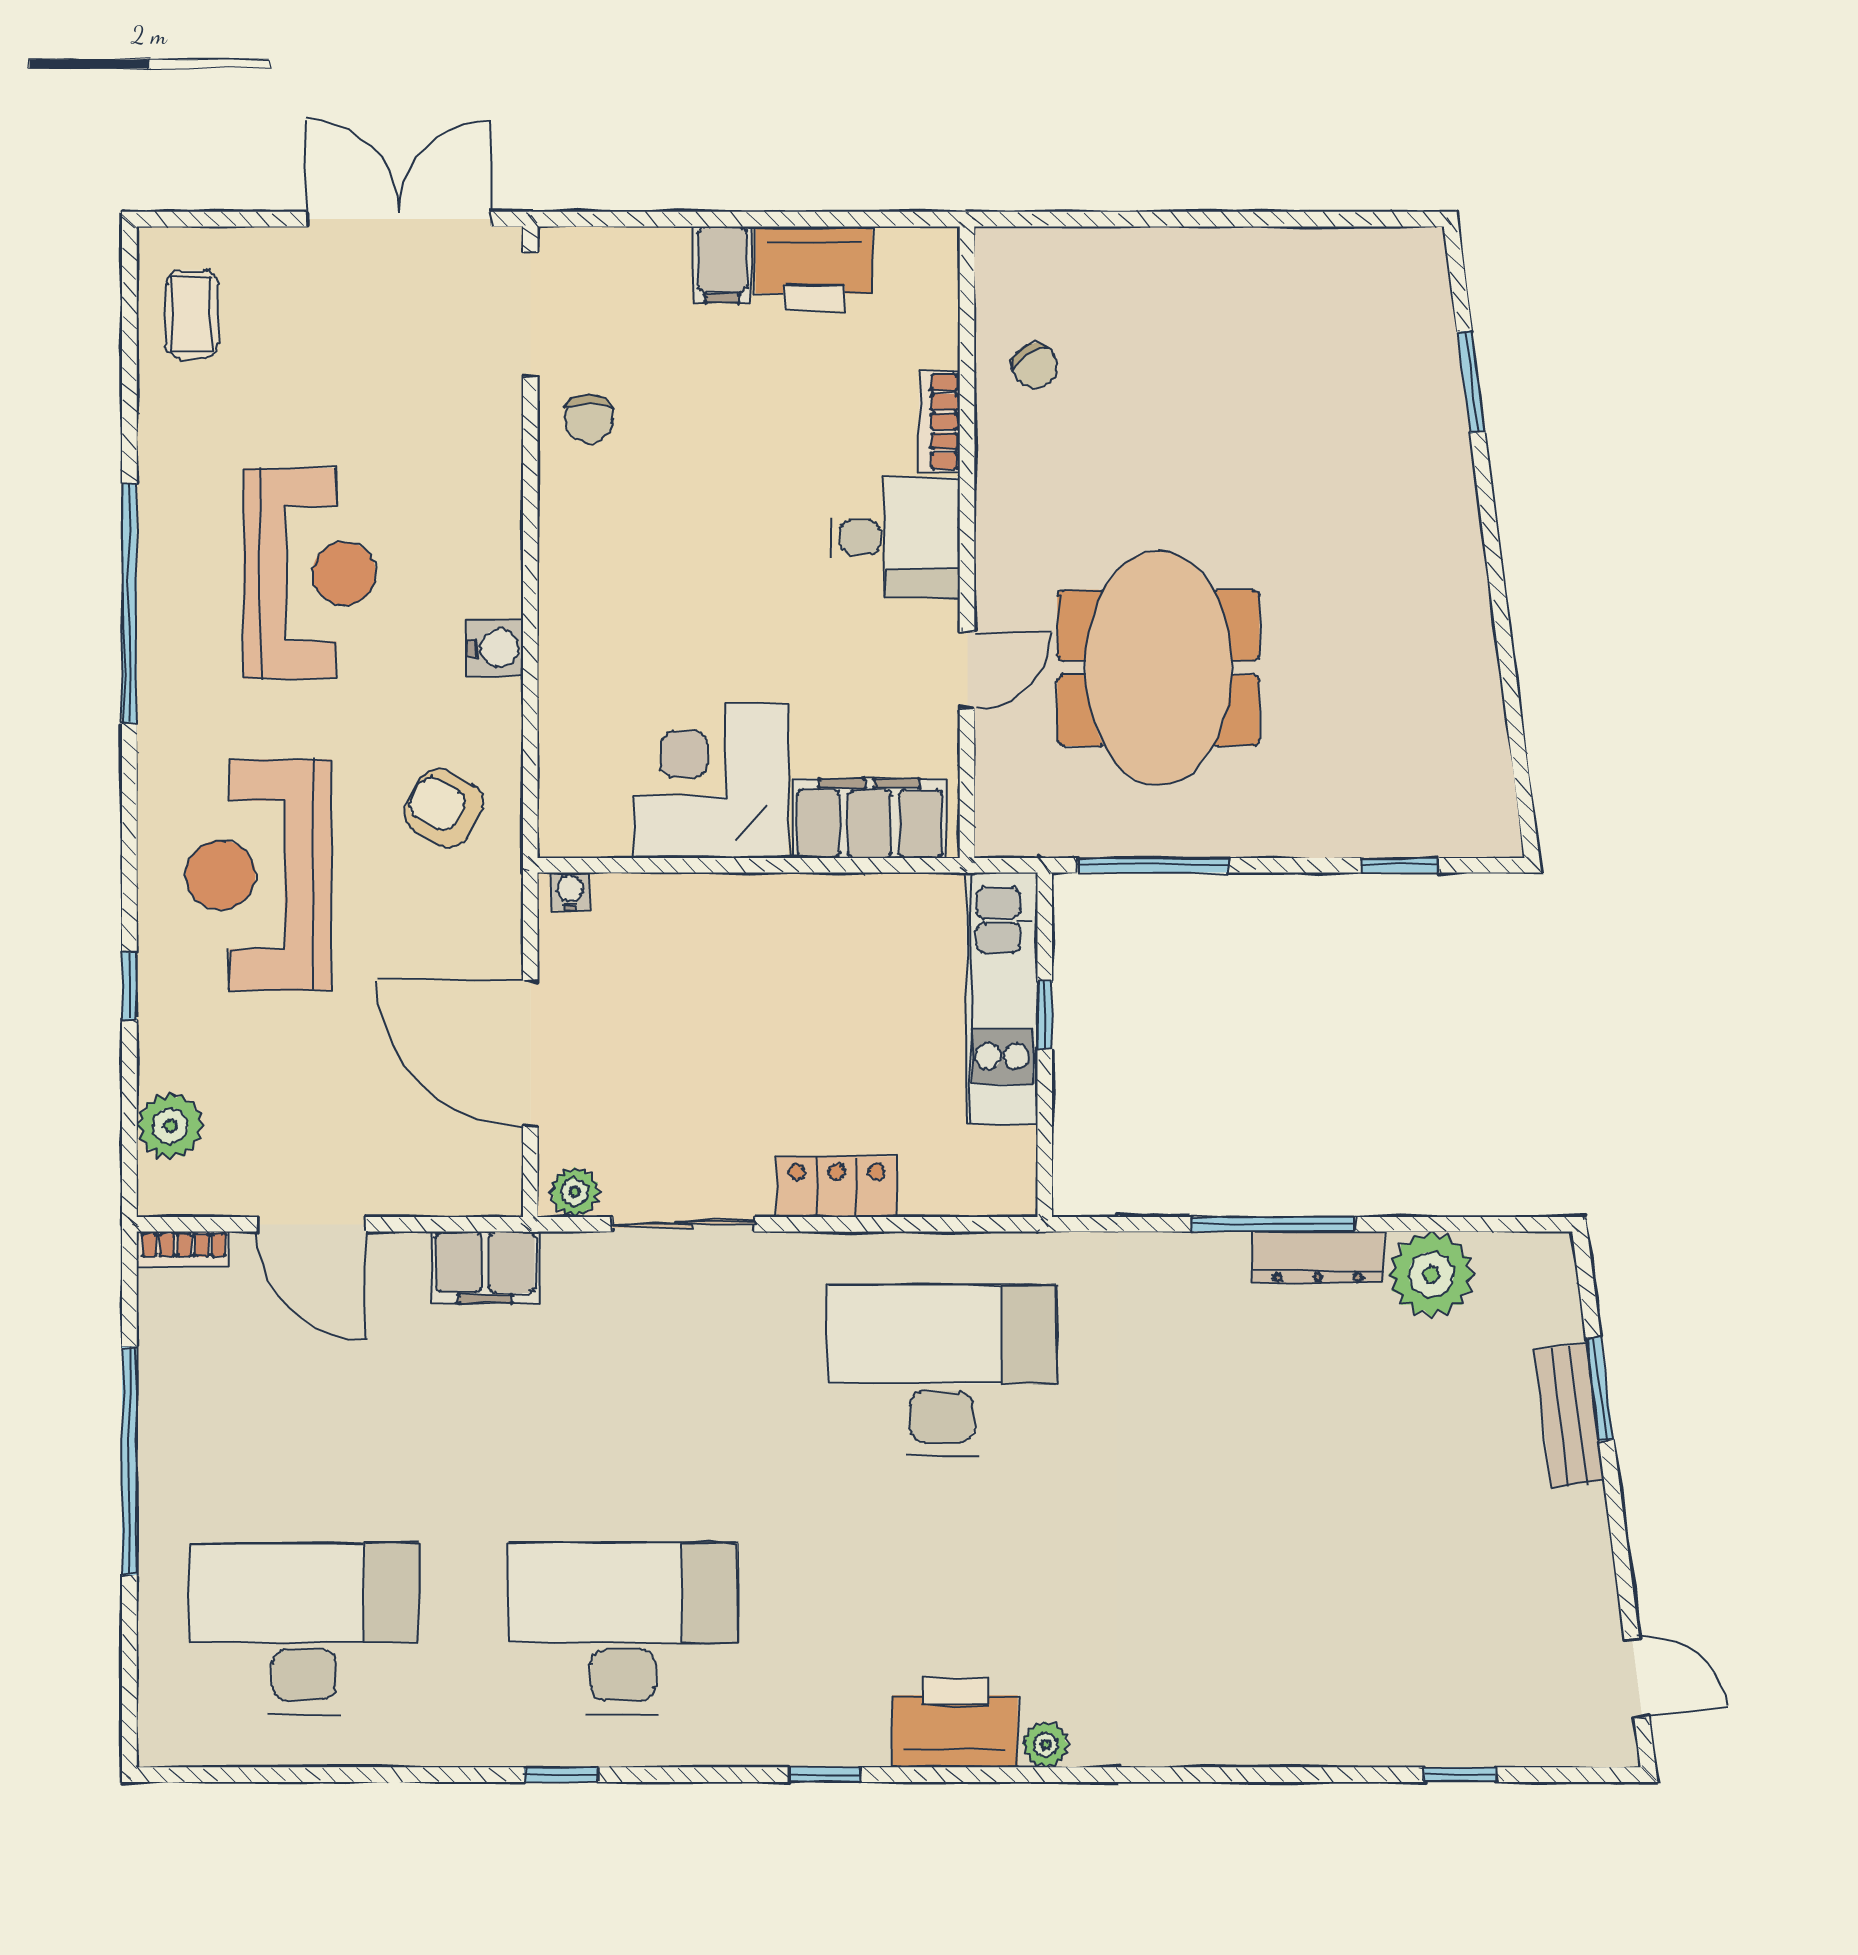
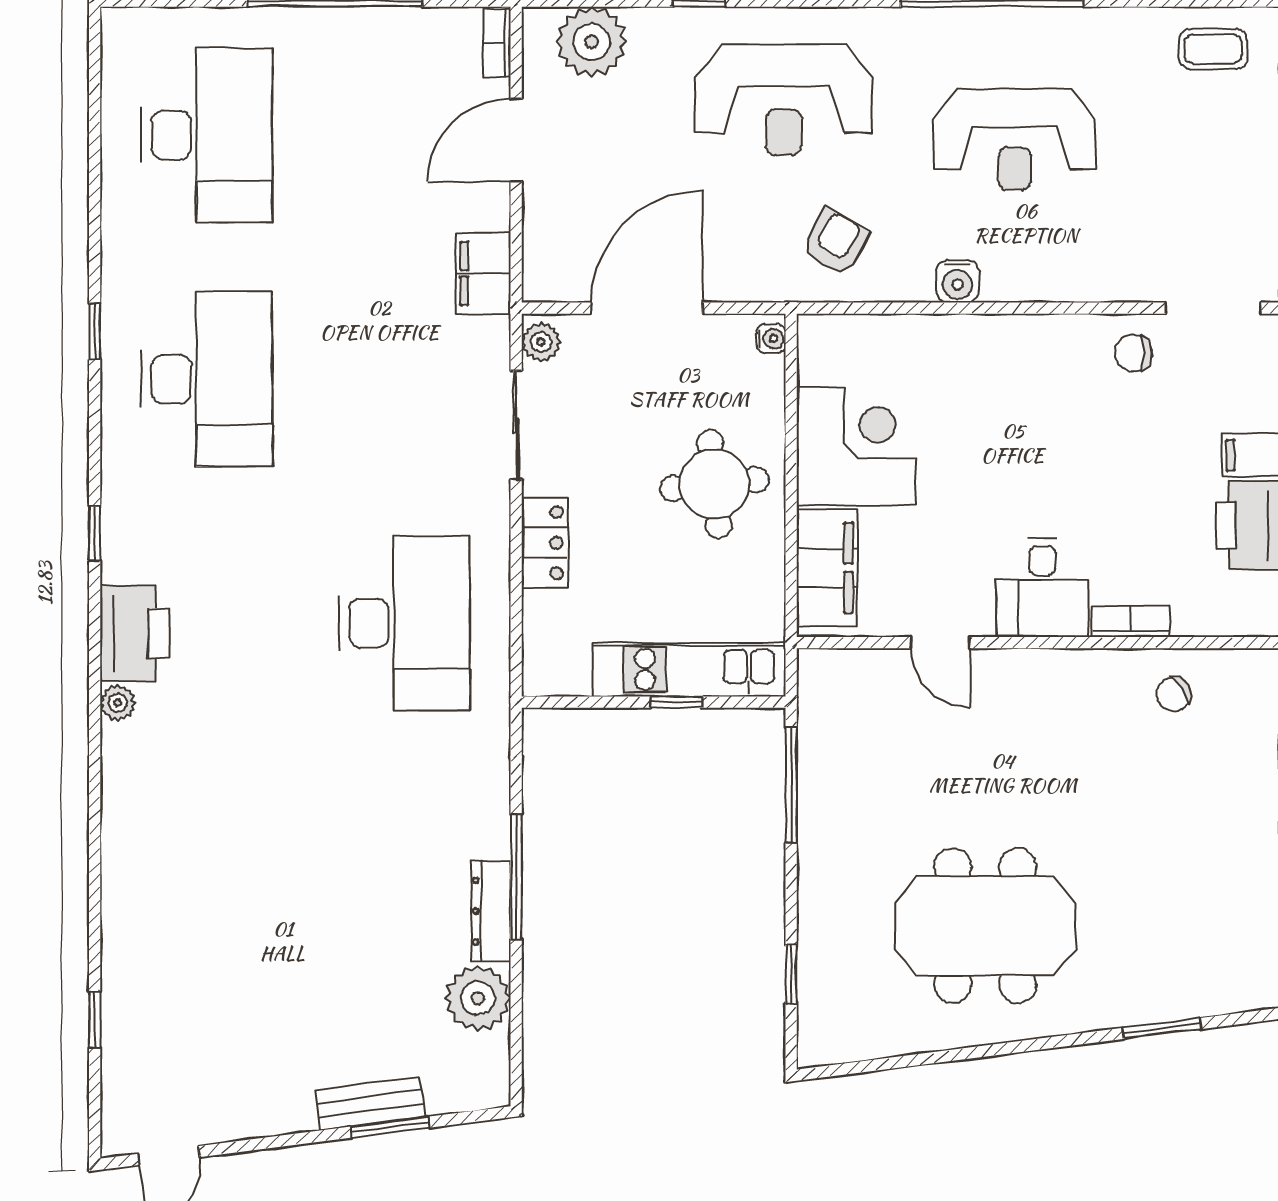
meeting table: (1158, 668) -> (985, 926), moved
reception desk: (258, 875) -> (784, 100), turned 180
round table: (760, 966) -> (714, 484), added
plant: (170, 1126) -> (592, 42), width x1.36, depth x1.36

